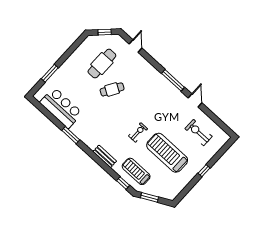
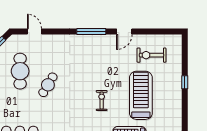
door: (195, 100) -> (124, 31), swing flipped
treadmill: (167, 153) -> (141, 95), turned 90

